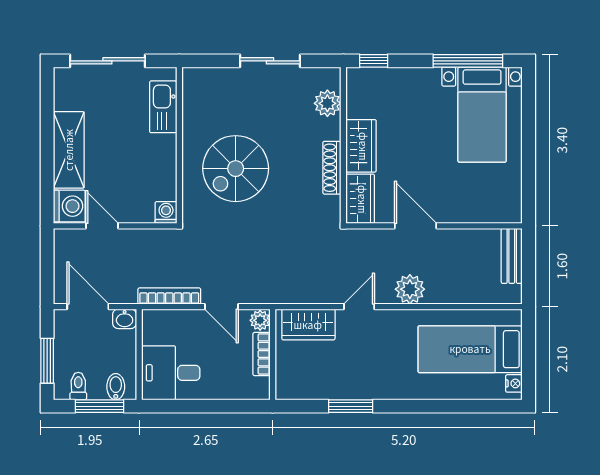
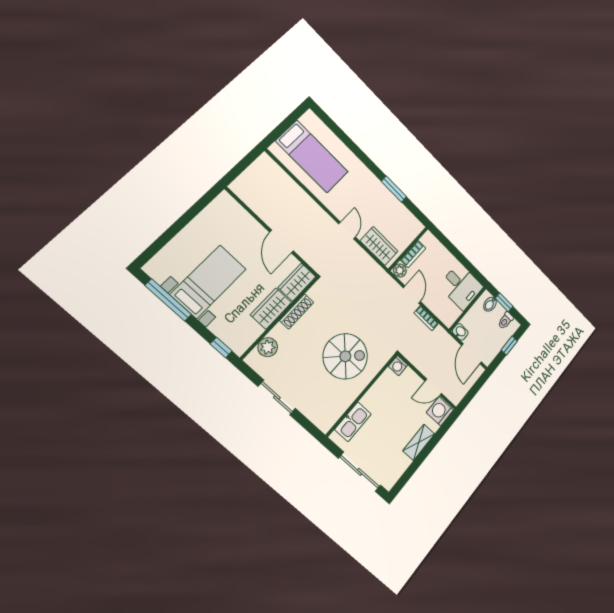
bed with nightstands: (482, 115) -> (209, 282), moved
shelving: (69, 150) -> (419, 442), width x0.67, depth x0.75
door: (102, 226) -> (433, 387), hinge flipped
bench: (512, 256) -> (246, 179), removed
plant: (410, 289) -> (314, 214), removed
bookcase: (169, 296) -> (426, 318), width x0.64
door: (359, 307) -> (347, 230), swing flipped
window: (47, 361) -> (509, 345), width x0.67
nightstand: (514, 383) -> (306, 119), removed
window: (99, 406) -> (504, 302), width x0.67

